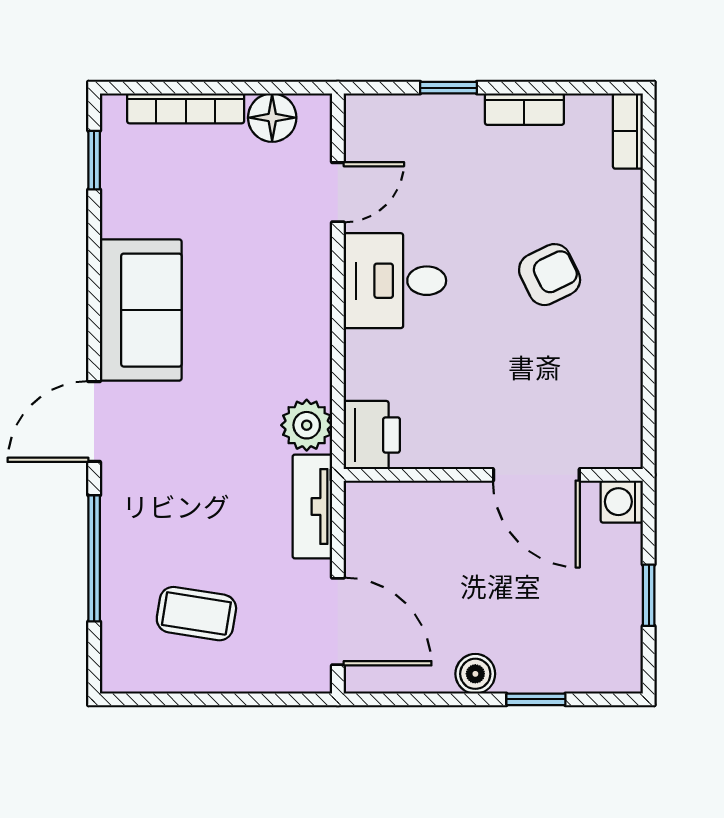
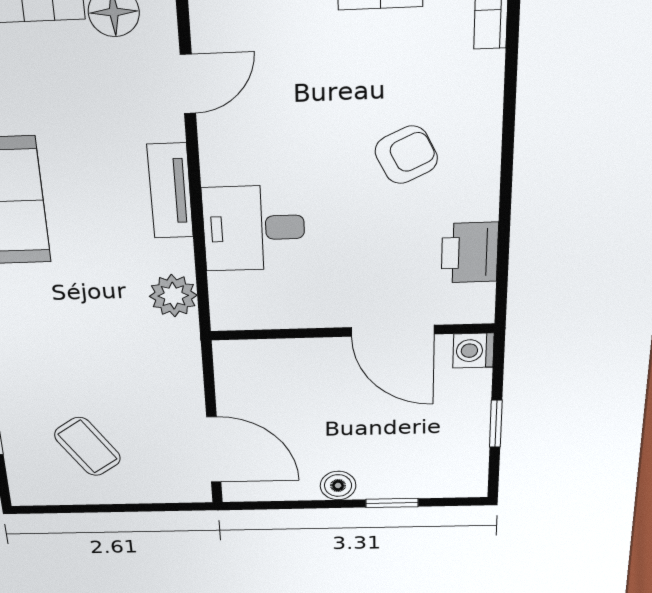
desk: (395, 281) -> (254, 228), moved
printer: (372, 435) -> (470, 253), moved, turned 180
tv unit: (312, 507) -> (170, 191), moved
coffee table: (196, 614) -> (87, 447), turned 47

